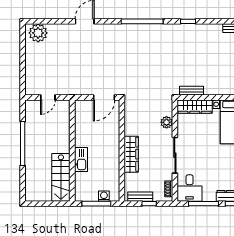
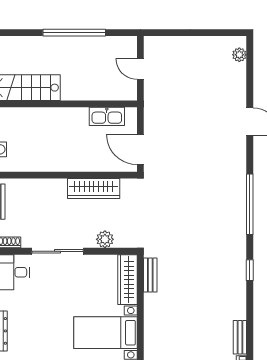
plant: (38, 33) -> (239, 55), width x0.53, depth x0.53
wardrobe: (131, 154) -> (94, 188), moved
kitchen sink: (81, 160) -> (107, 116), moved

